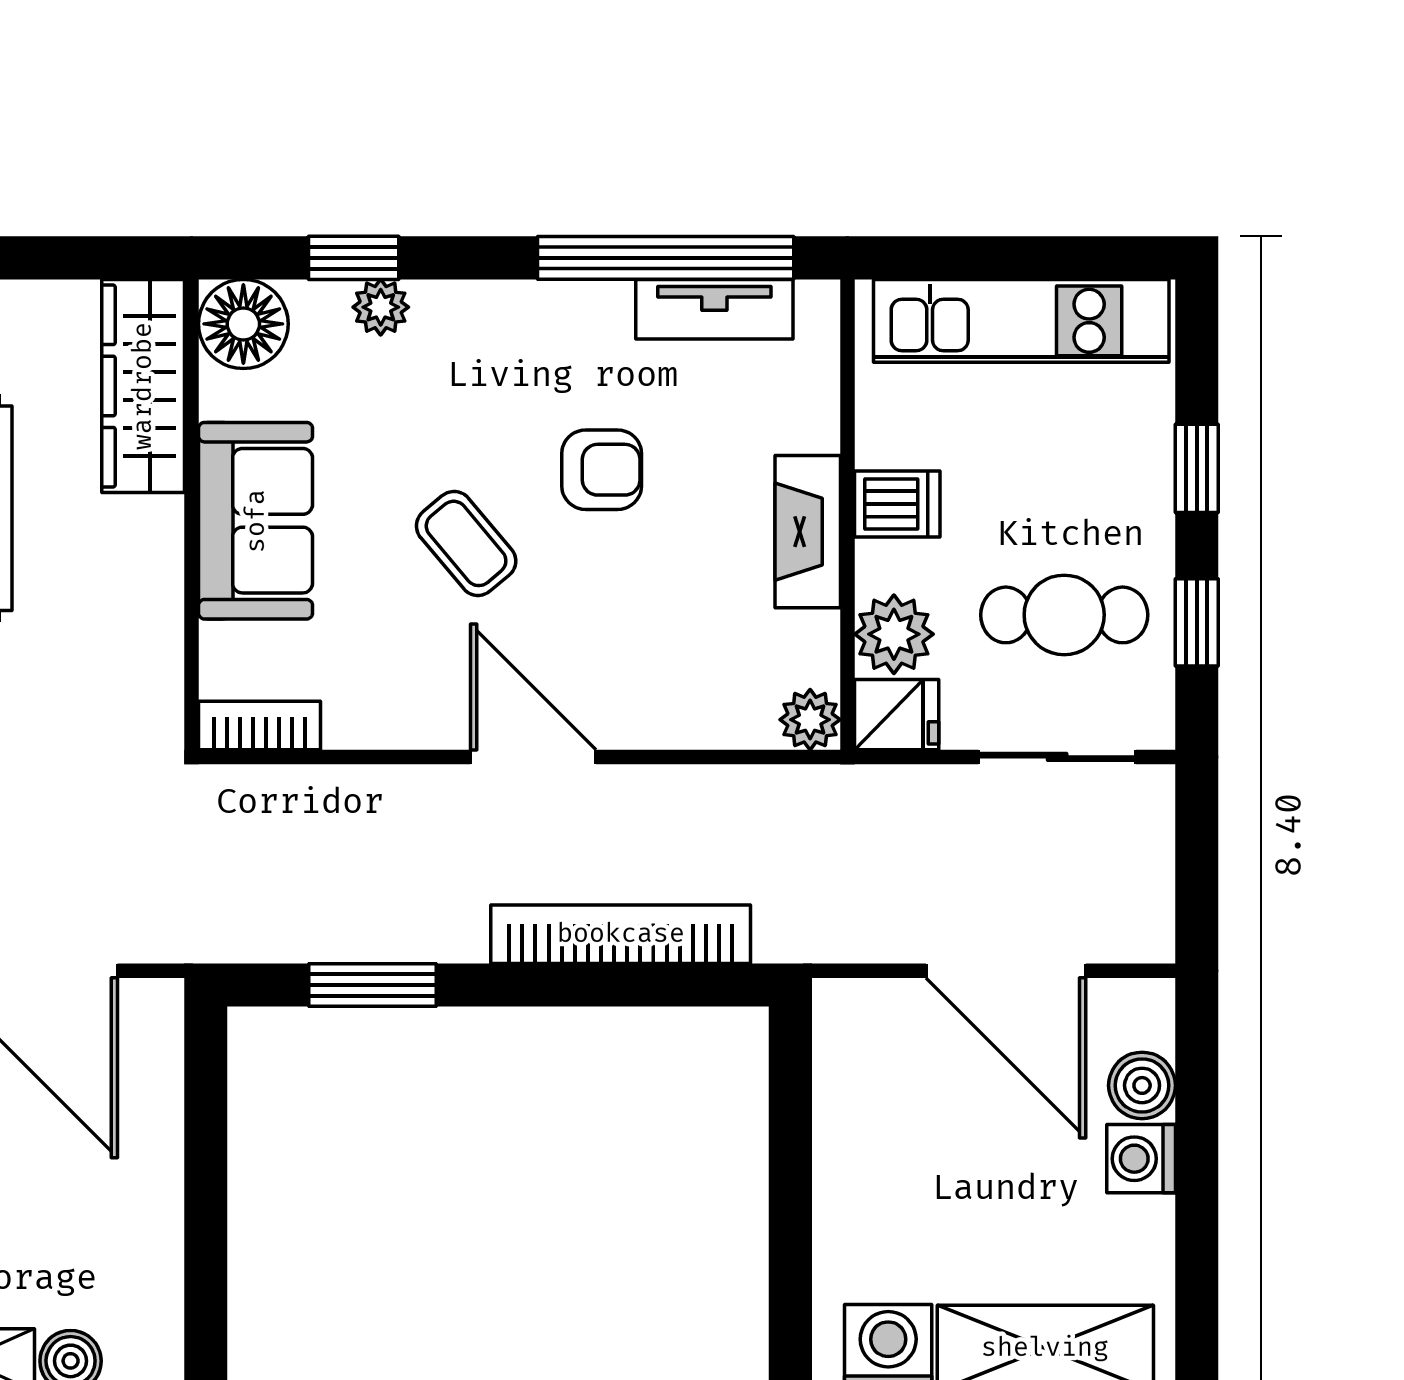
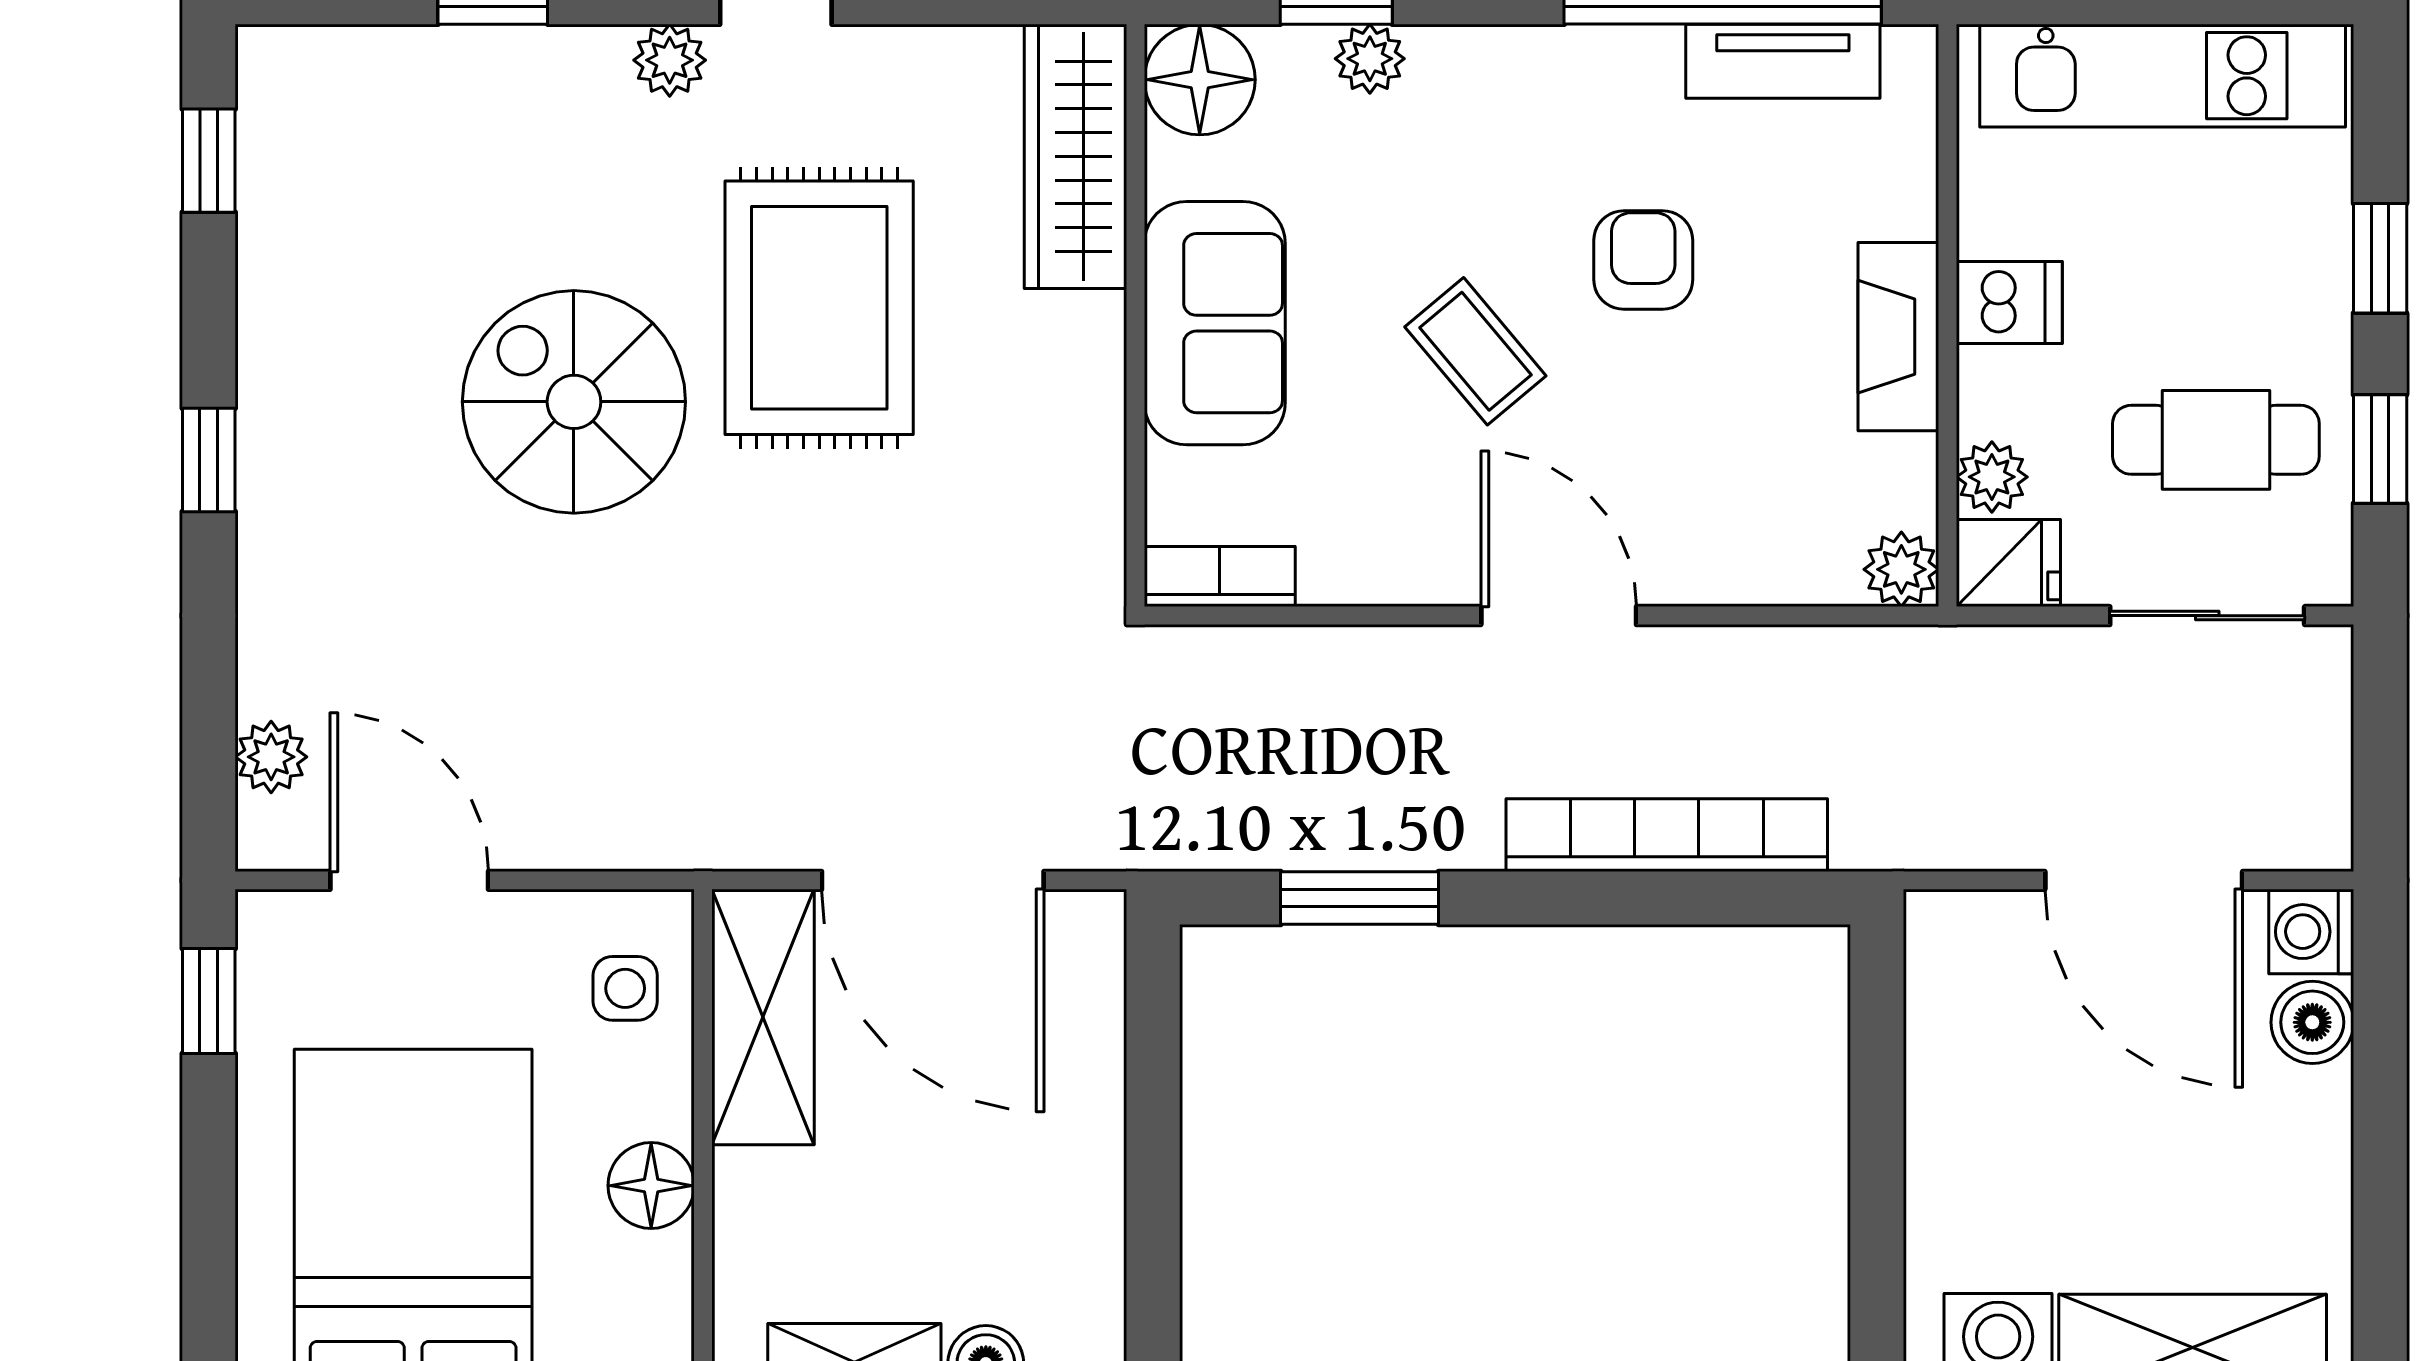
armchair: (602, 470) -> (1643, 260), turned -90
plant: (894, 634) -> (1992, 477), width x0.73, depth x0.73
washing machine: (1141, 1159) -> (2311, 932), moved

